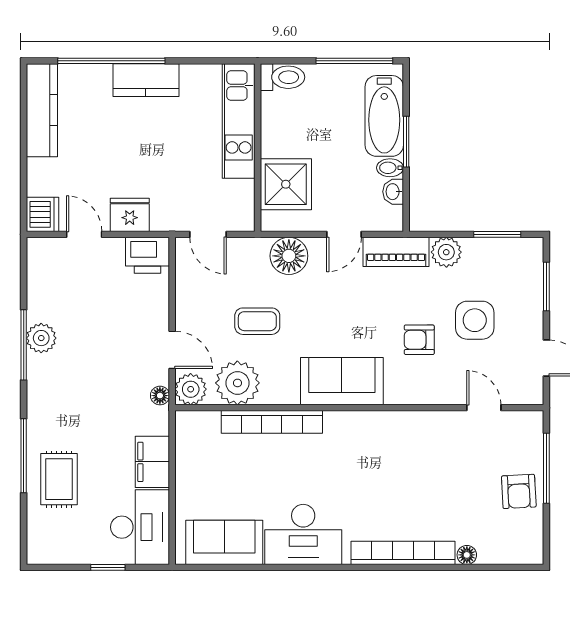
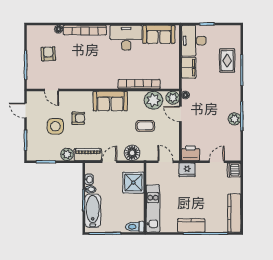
fridge: (130, 215) -> (187, 170), moved
door: (84, 234) -> (217, 162), swing flipped
armchair: (519, 491) -> (48, 54), moved

